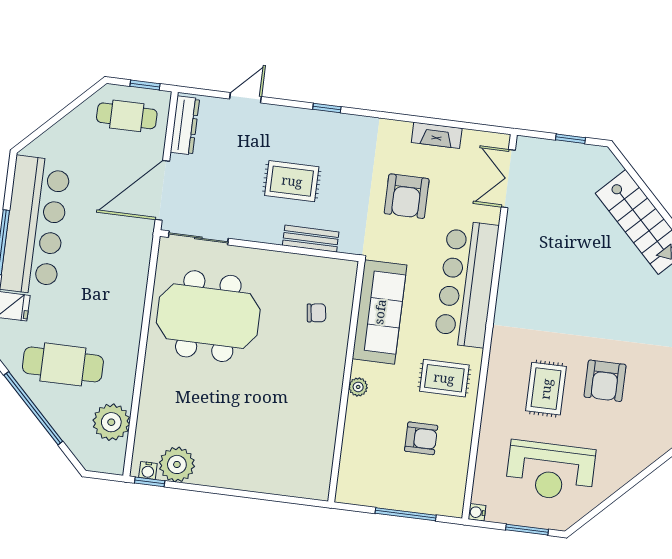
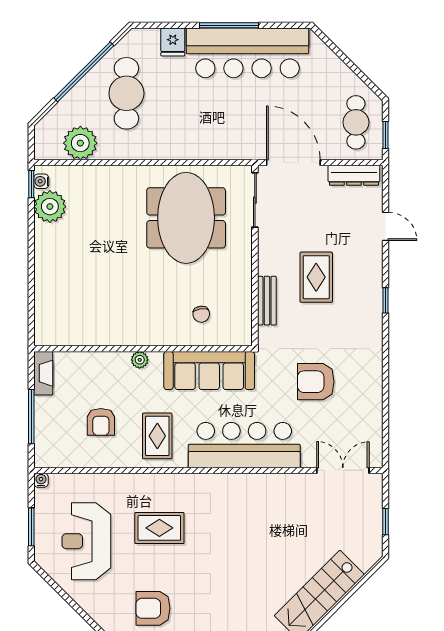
fireplace: (437, 135) -> (43, 373), moved, turned 180
armchair: (605, 381) -> (153, 608), moved

